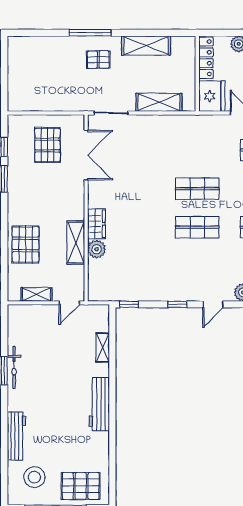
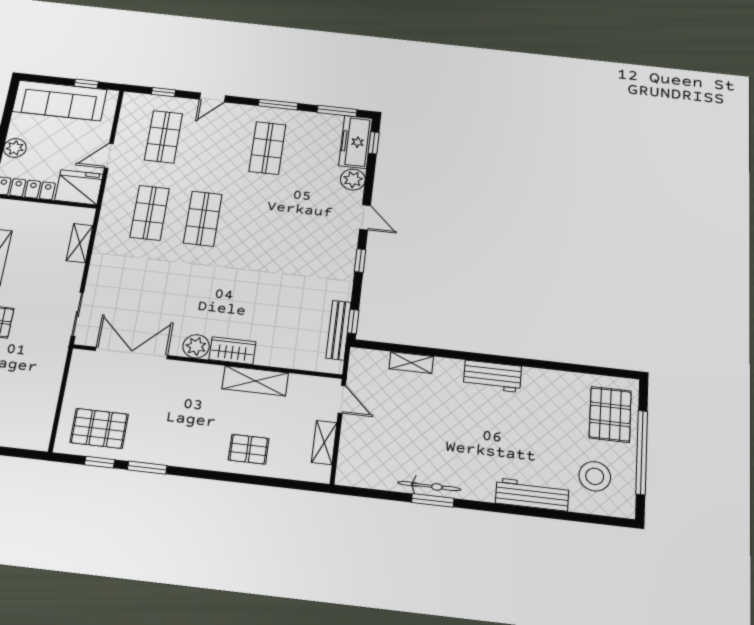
shelving: (159, 102) -> (80, 243), width x0.67, depth x0.75
pallet: (47, 145) -> (99, 428), moved
shop shelf: (197, 227) -> (150, 213), moved
pallet: (26, 244) -> (249, 449), width x0.67, depth x0.71
plant: (97, 249) -> (196, 346), moved
bench: (121, 295) -> (338, 330), added
workbench: (99, 404) -> (492, 376), width x0.73

